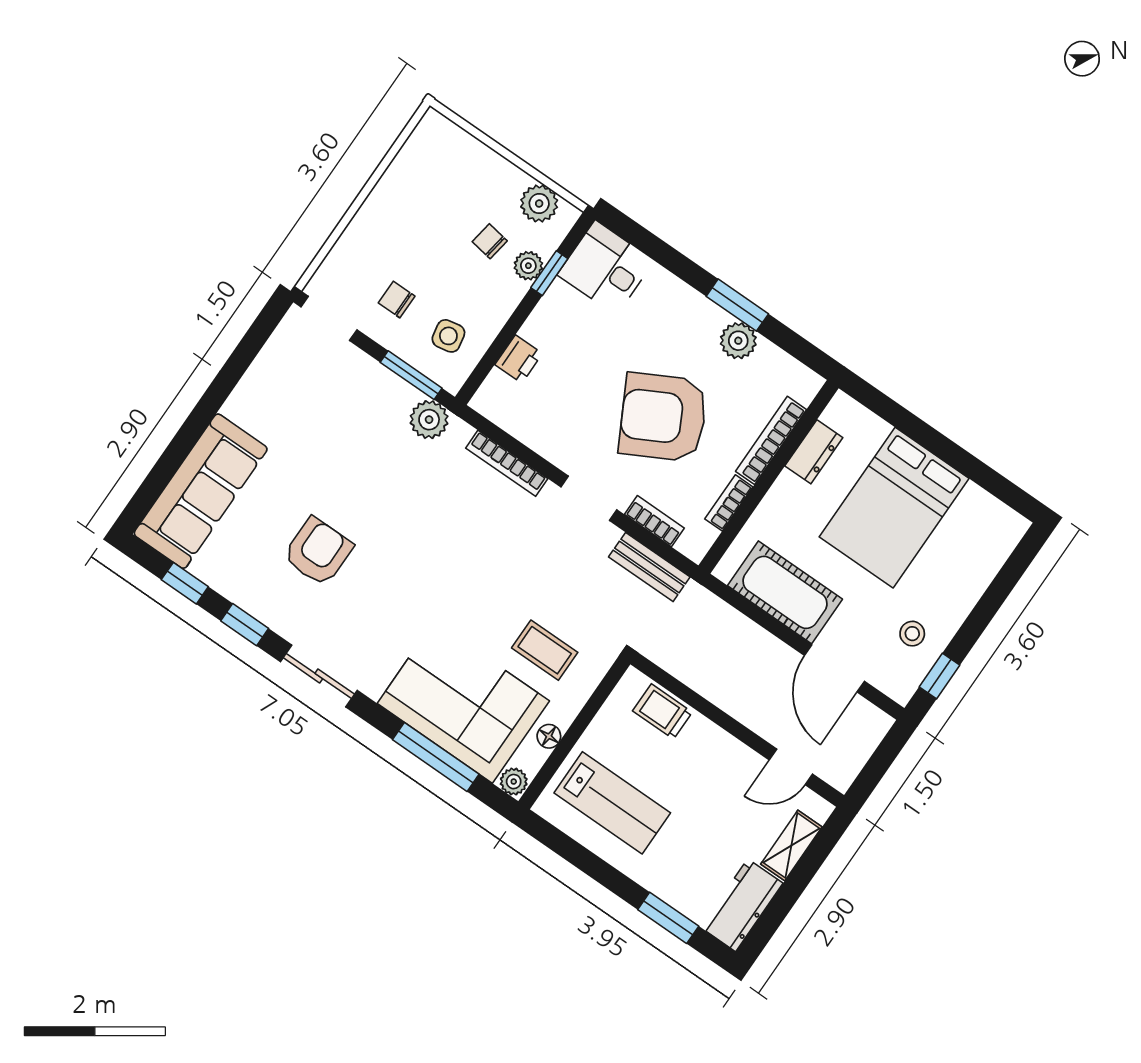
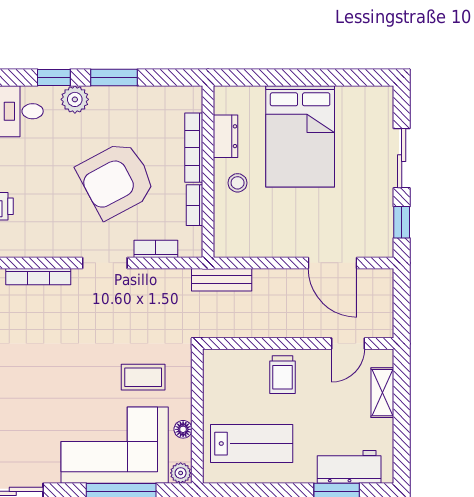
window: (672, 260) -> (54, 78), added
plant: (738, 341) -> (75, 99), moved
bench: (649, 567) -> (222, 280), moved
cot: (785, 592) -> (269, 237), removed
sliding door: (987, 607) -> (402, 158), added
stool: (912, 634) -> (238, 183), moved
trolley: (662, 711) -> (283, 375), moved, turned -90
workbench: (742, 905) -> (349, 467), moved, turned 90

